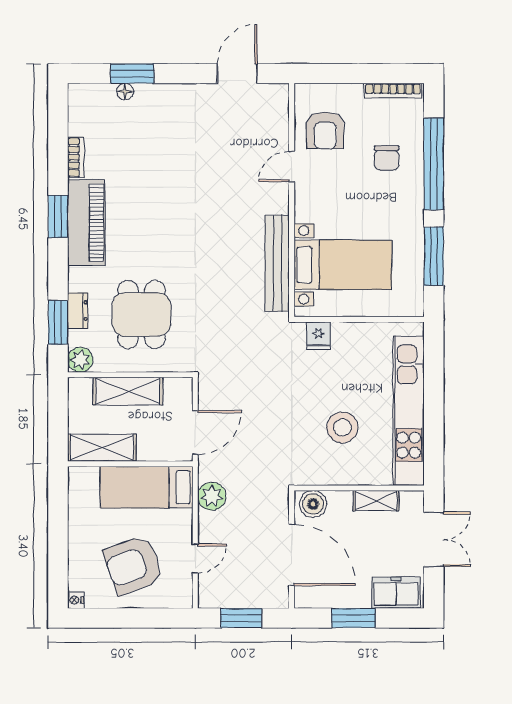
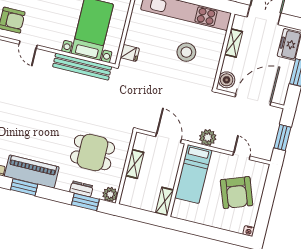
shelving: (128, 391) -> (135, 164), width x0.67, depth x0.75
shelving: (102, 448) -> (165, 201), width x0.67, depth x0.75

